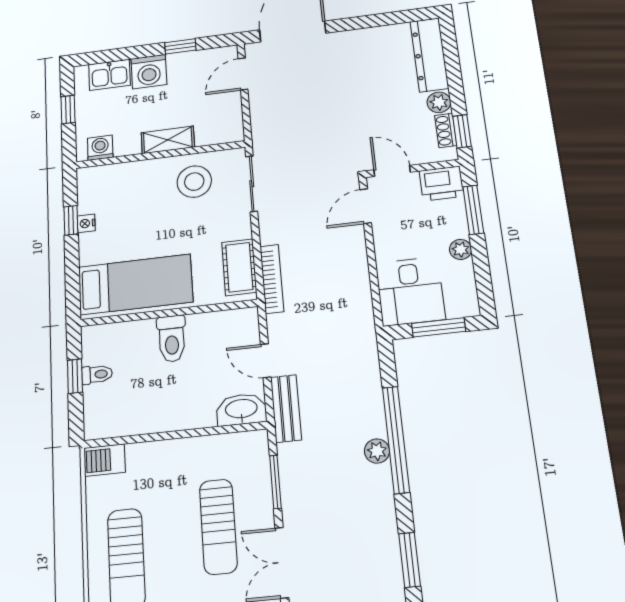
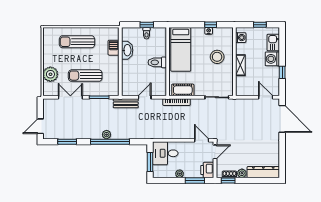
stool: (194, 182) -> (217, 57), moved
washbasin: (241, 409) -> (127, 50), moved
barbecue: (104, 460) -> (114, 48), moved

